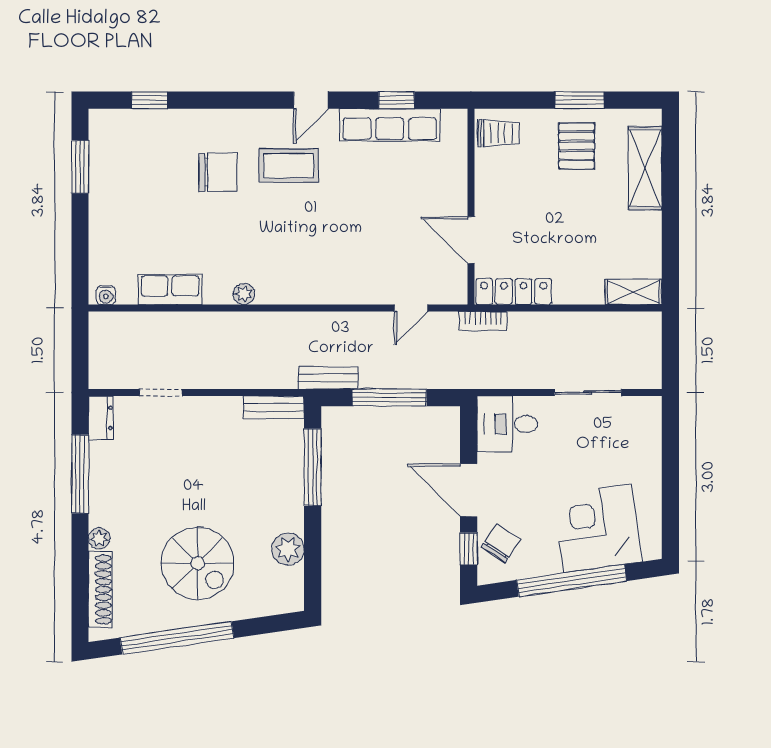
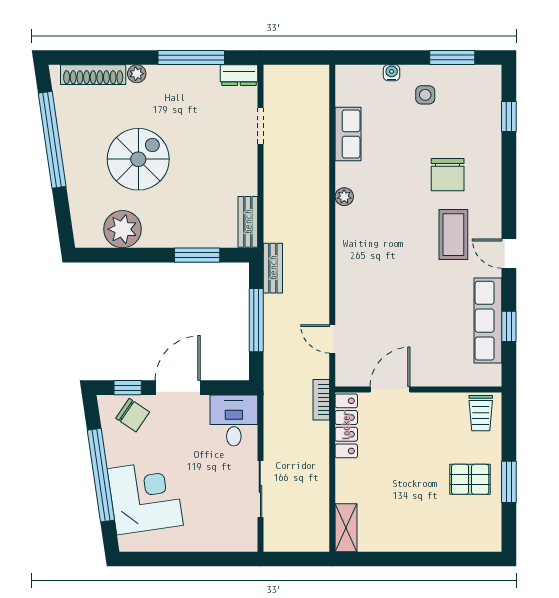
shelving: (645, 168) -> (451, 538), removed
side table: (124, 199) -> (425, 95), added
water cooler: (106, 295) -> (392, 73), moved, turned 90
window: (313, 467) -> (197, 255), width x0.69
plant: (288, 549) -> (122, 229), width x1.36, depth x1.36
spiral stairs: (198, 563) -> (138, 159), moved, turned 180

